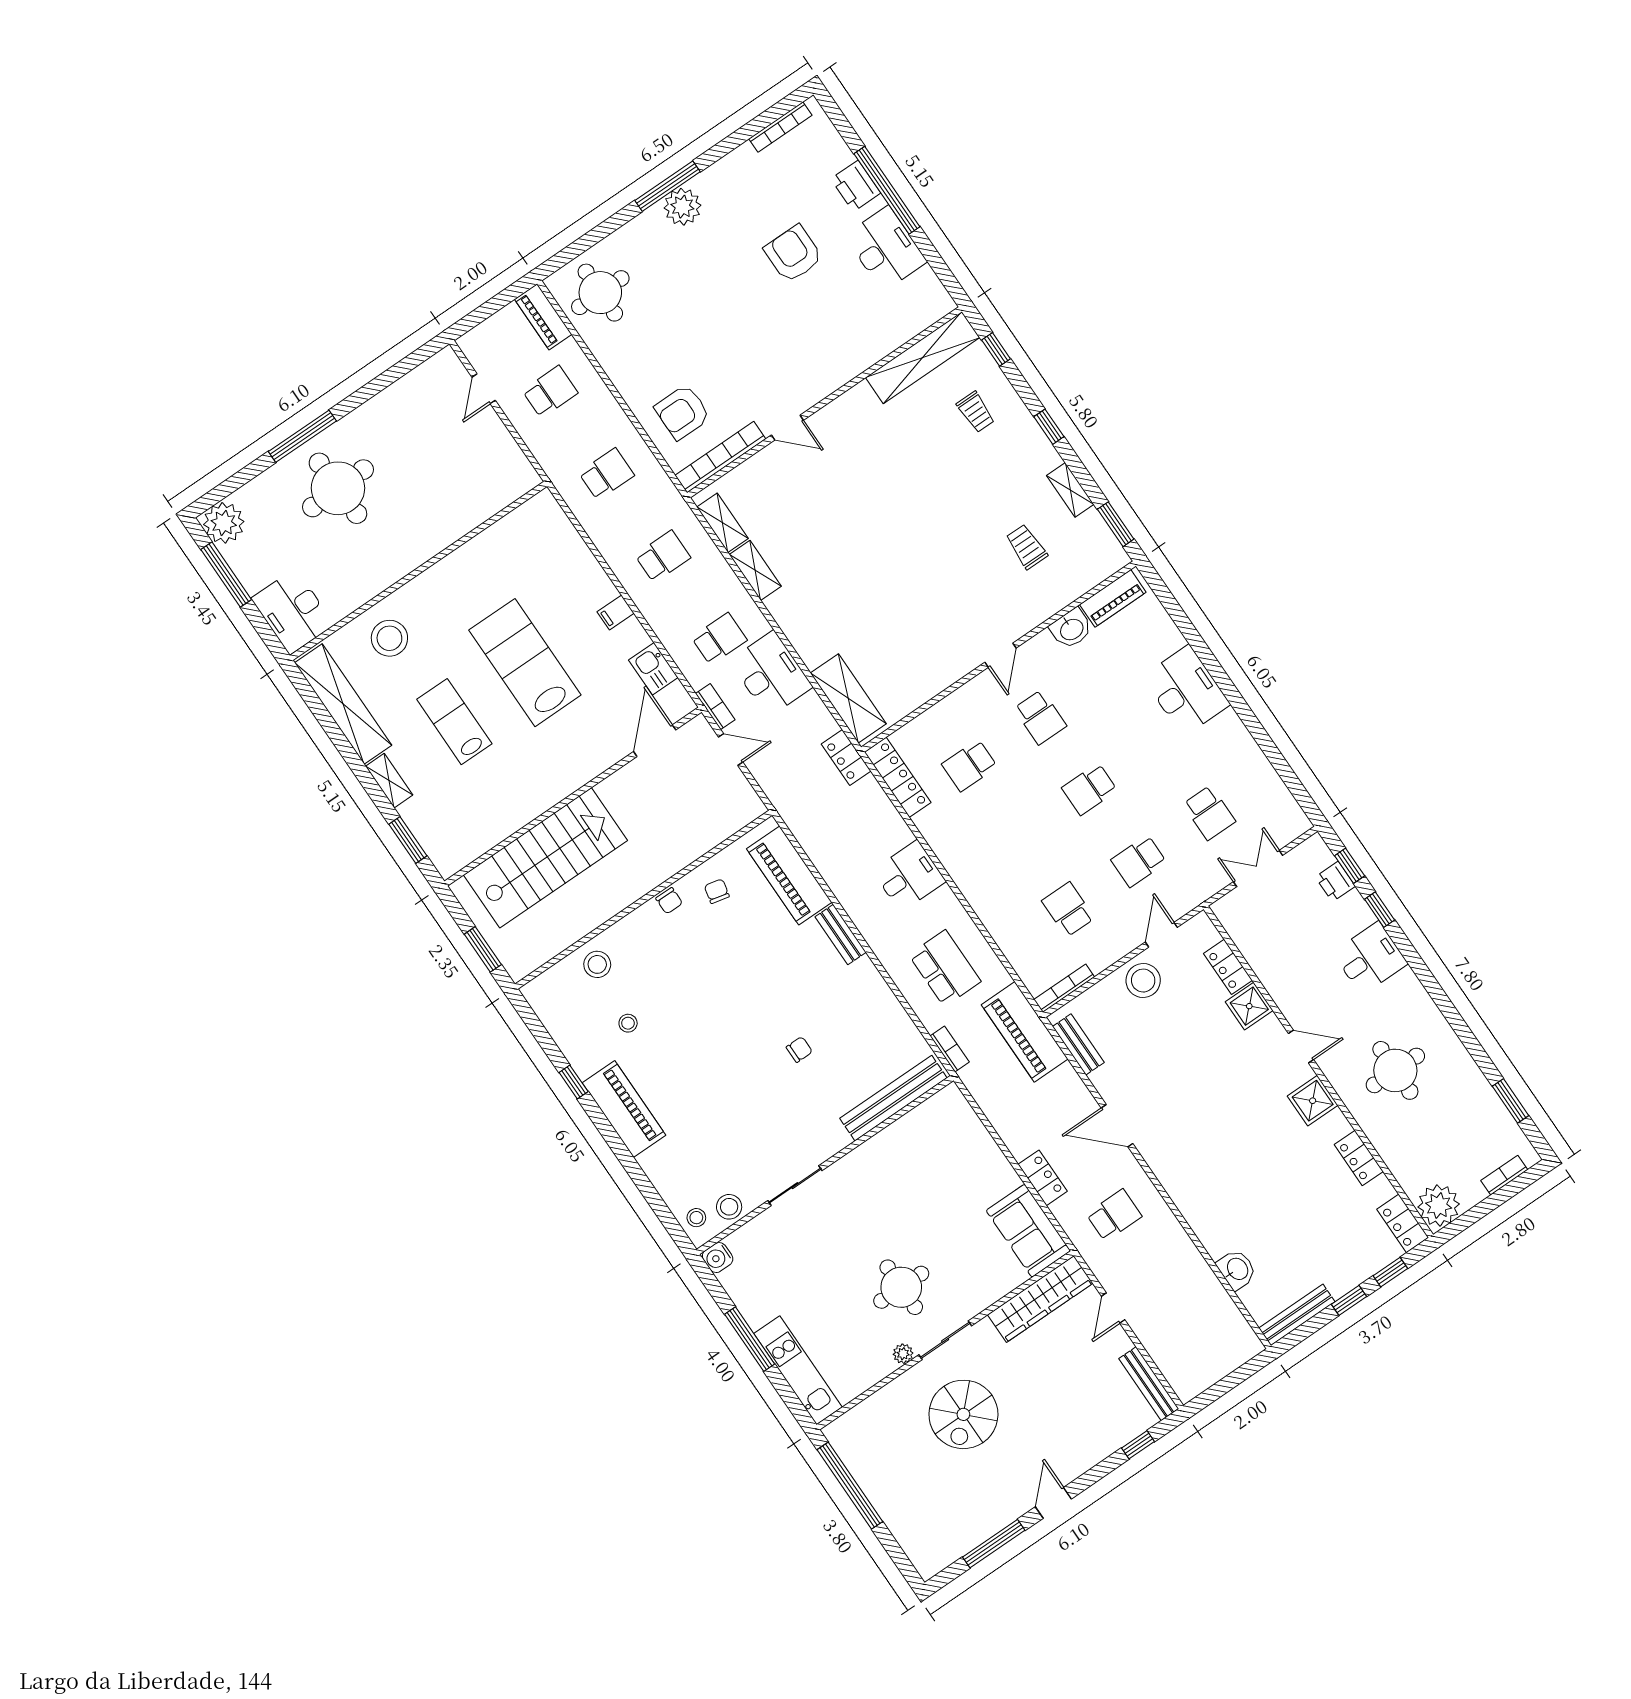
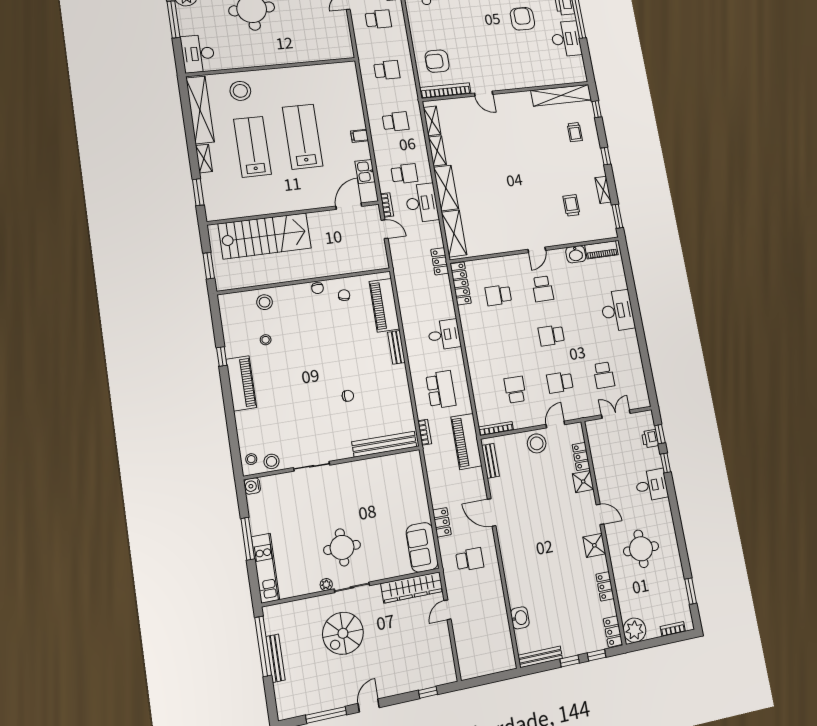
shelving: (799, 627) -> (446, 188), added
lab bench: (454, 722) -> (252, 147), width x1.36, depth x1.39
bench: (1149, 1384) -> (275, 658), moved

